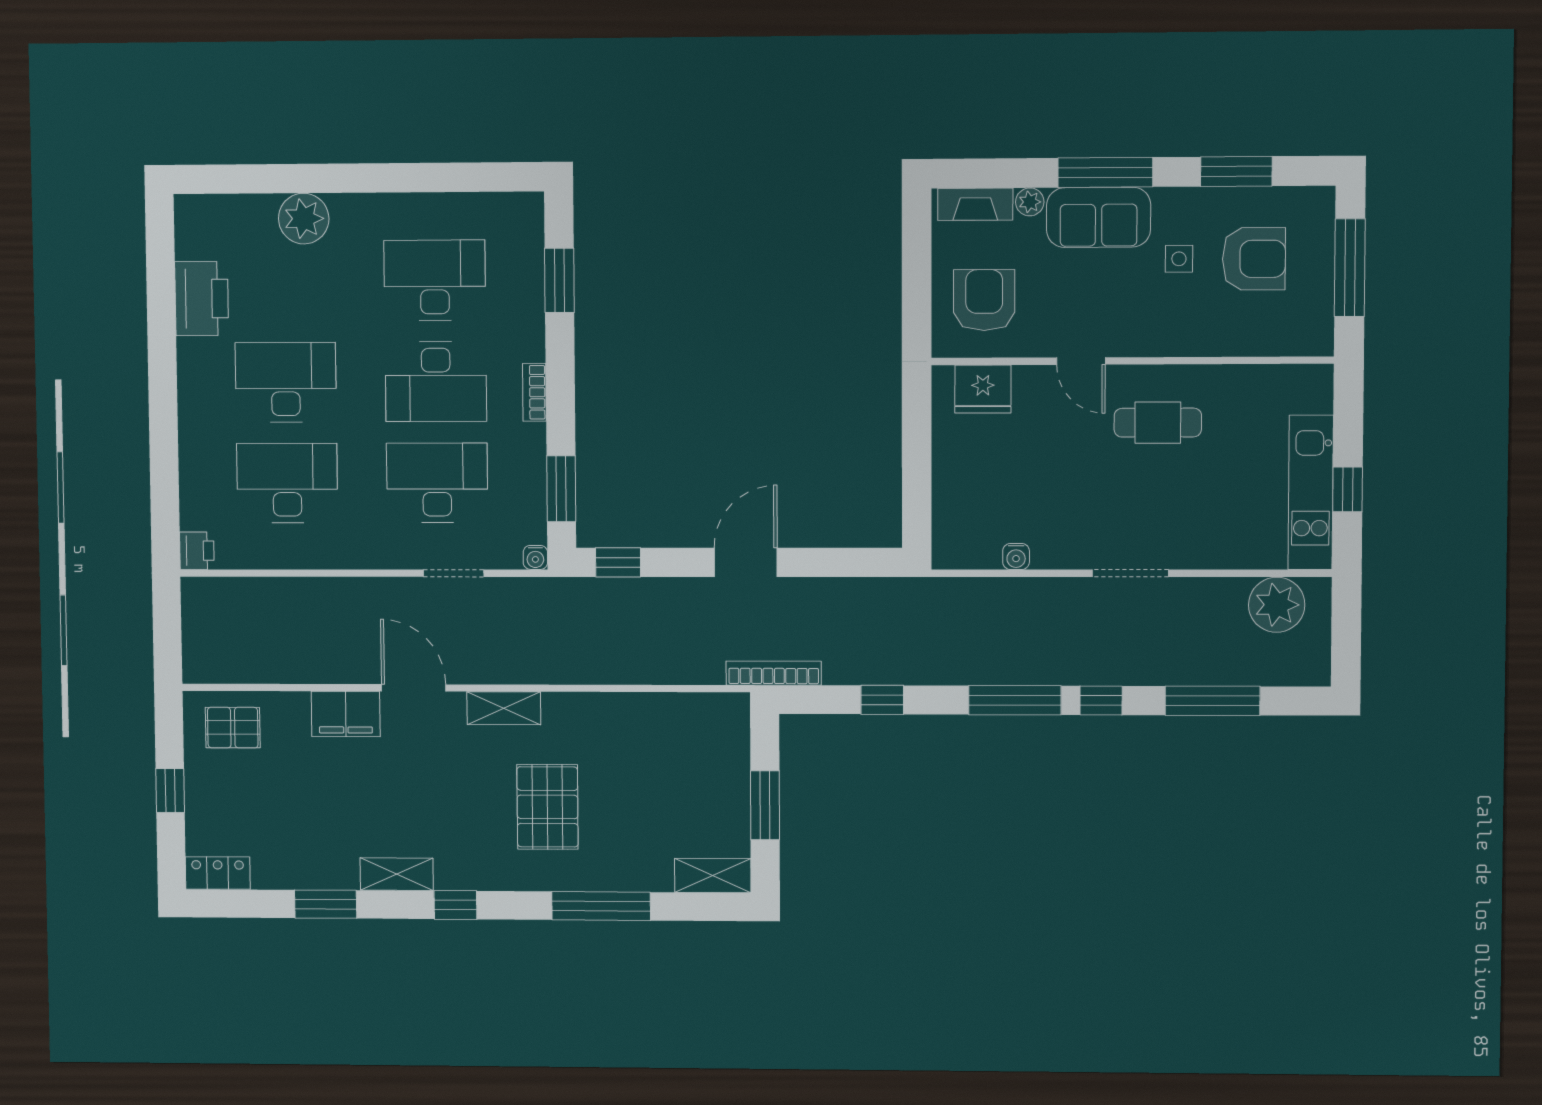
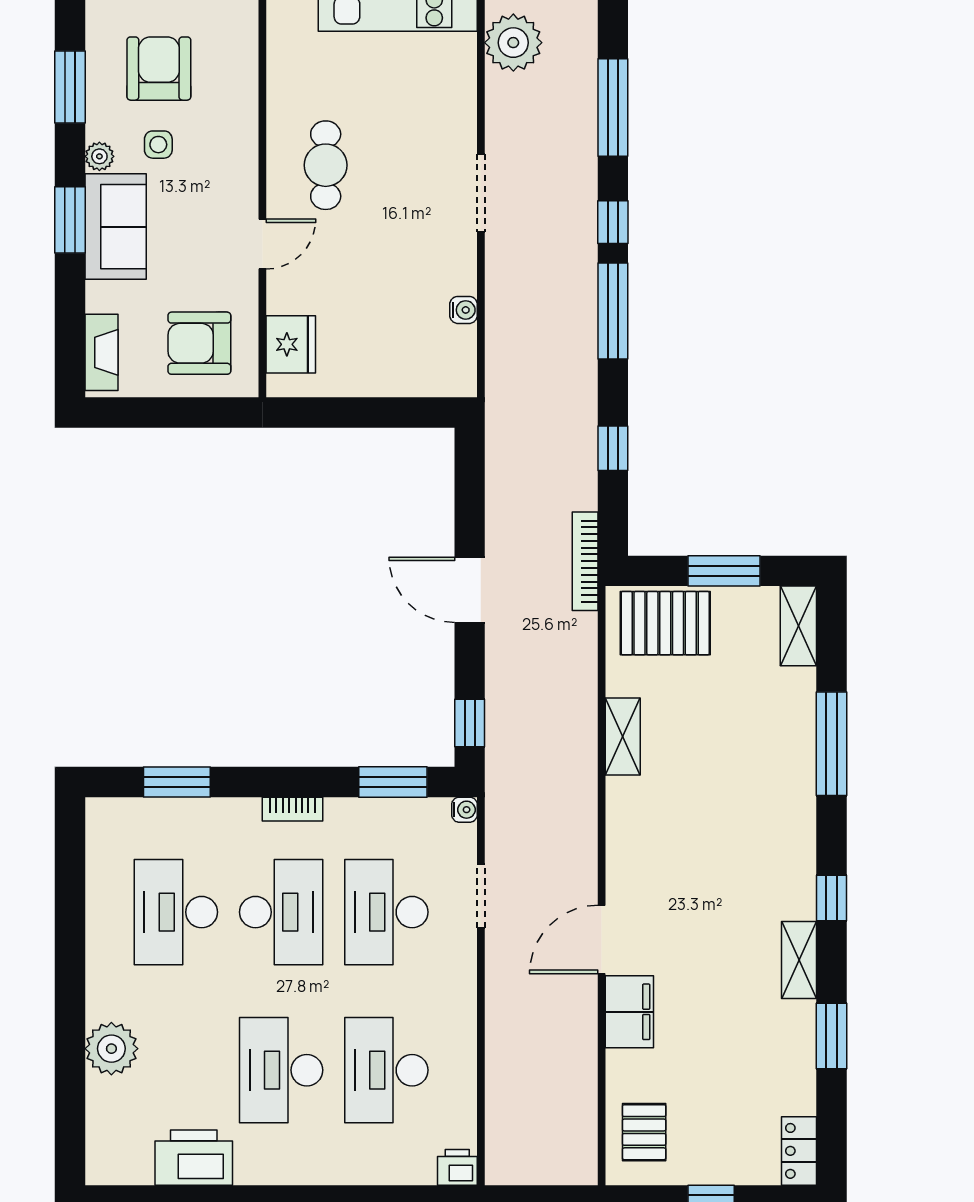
window: (1105, 172) -> (70, 220), width x0.69
plant: (1030, 202) -> (99, 156), moved
shelving: (504, 708) -> (623, 737), moved
pallet: (547, 807) -> (665, 623), moved

